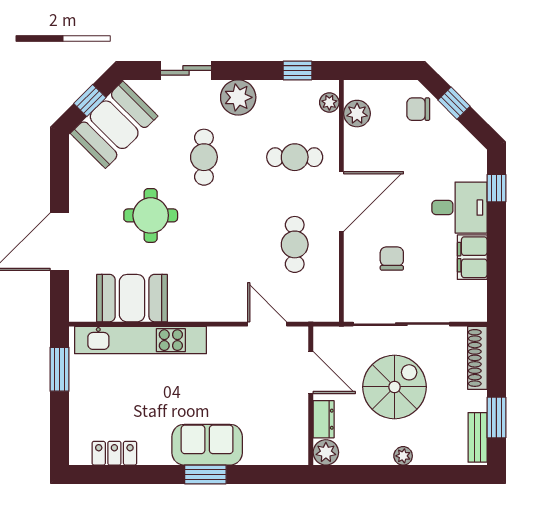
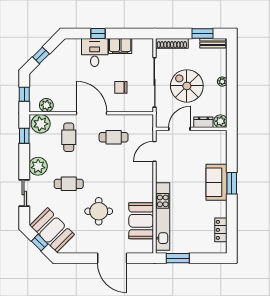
window: (378, 70) -> (24, 94), added
plant: (329, 102) -> (41, 124), width x1.87, depth x1.87
chair: (418, 109) -> (44, 74), removed
window: (496, 188) -> (98, 34), moved

